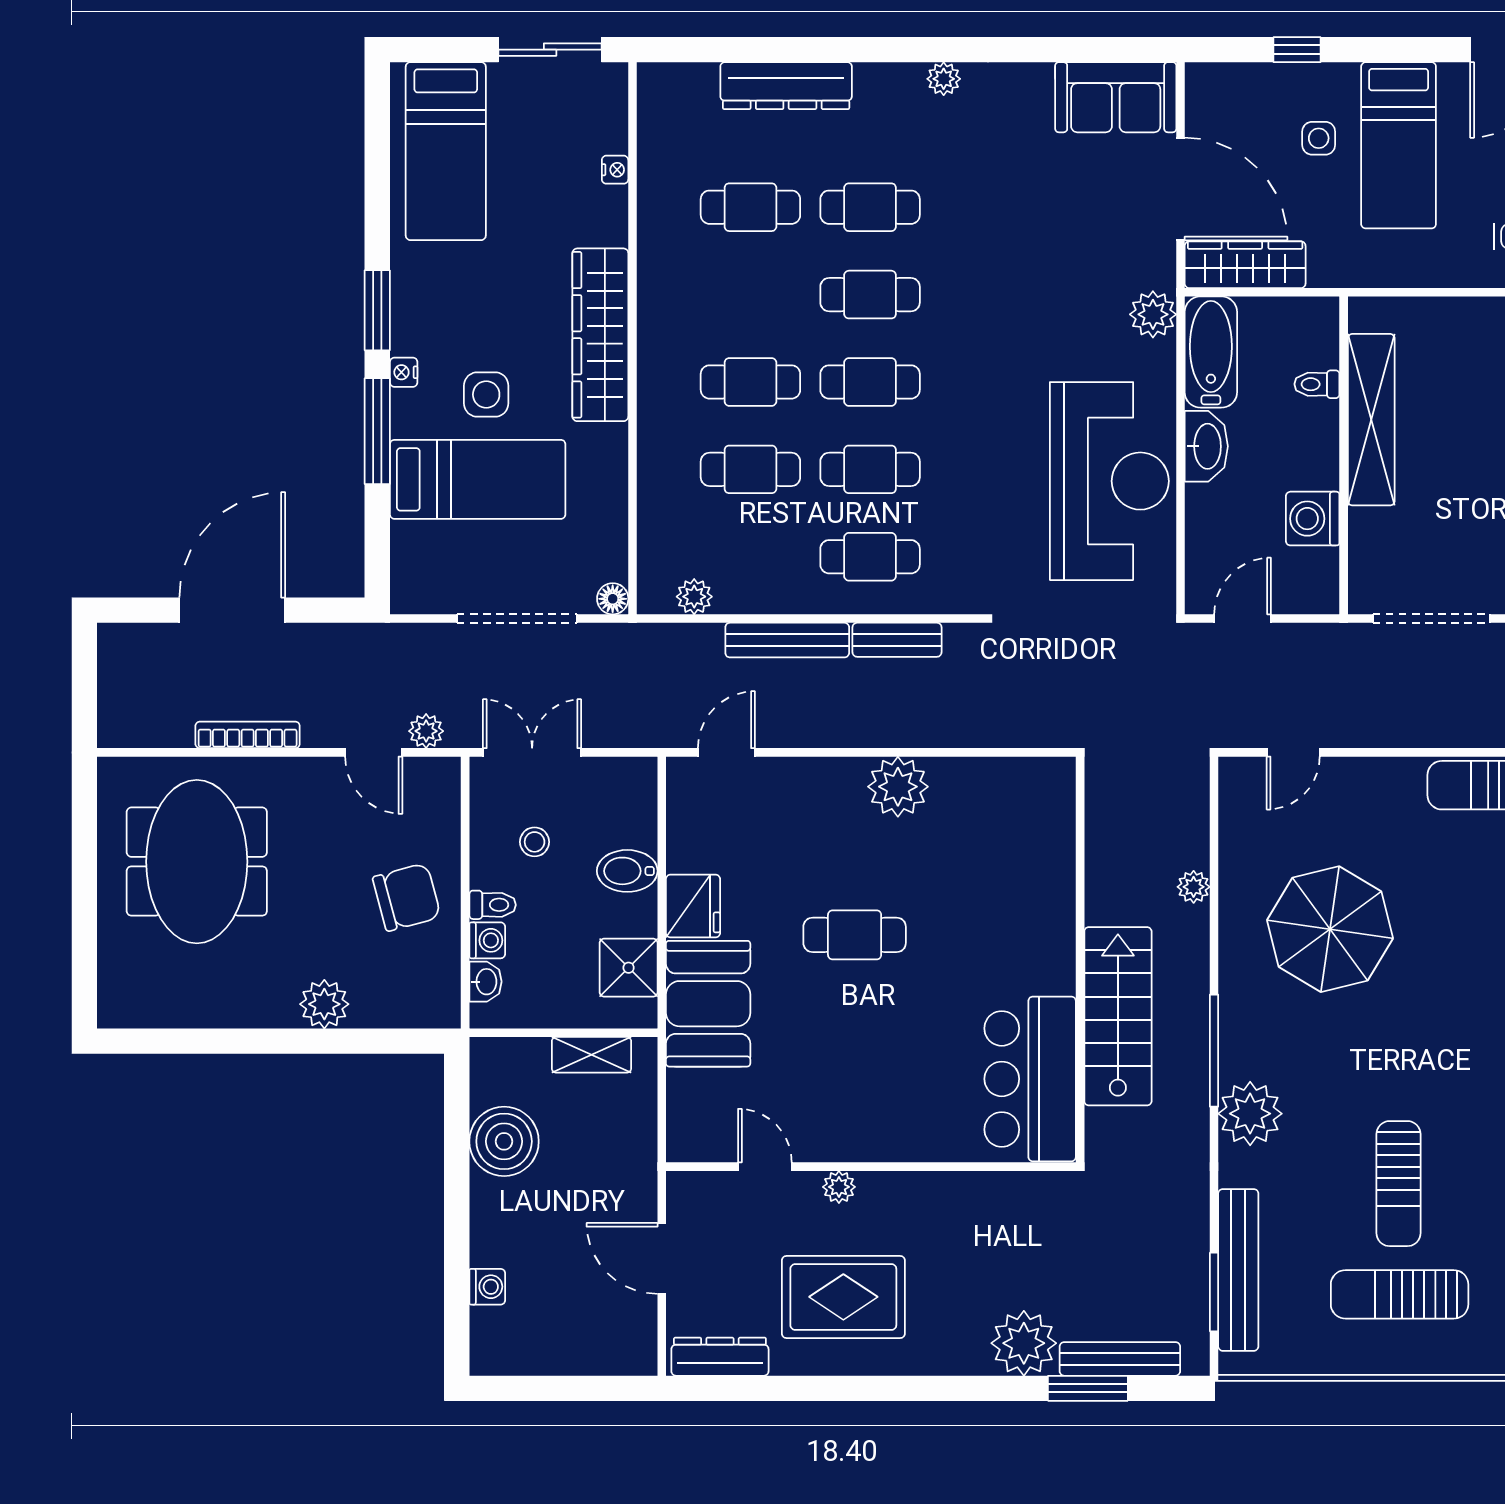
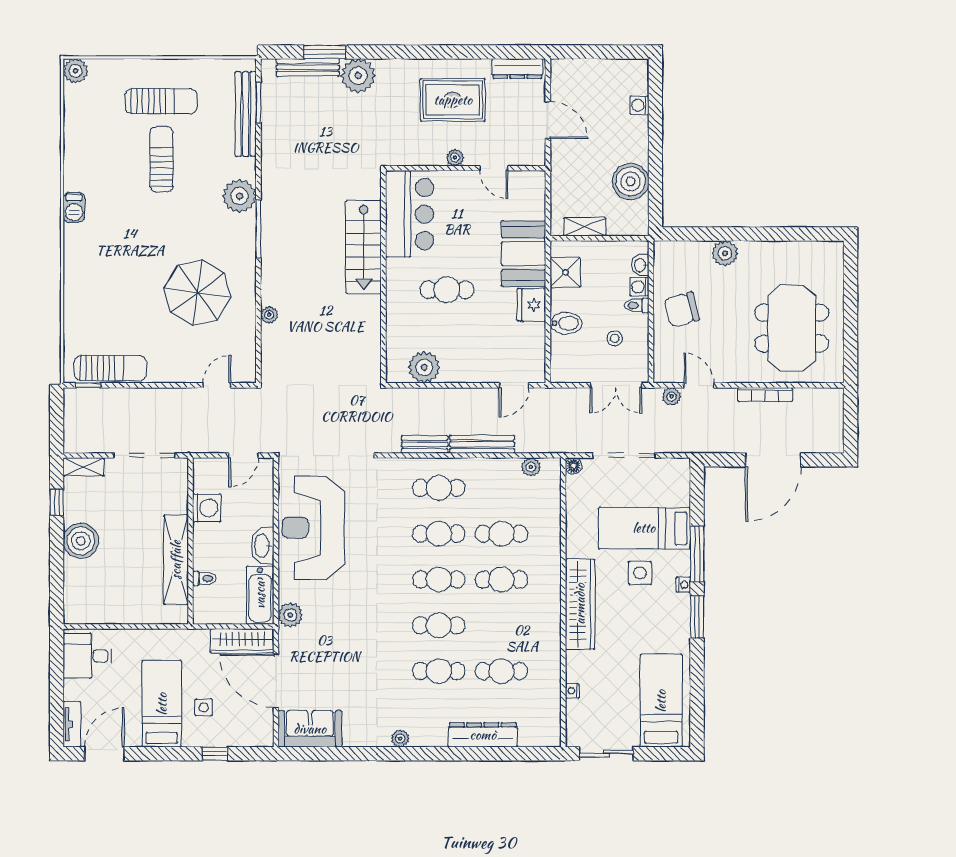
wall: (1080, 960) -> (383, 277), moved
stairs: (1118, 1016) -> (364, 247), moved
bar counter: (1030, 1079) -> (410, 214), moved

